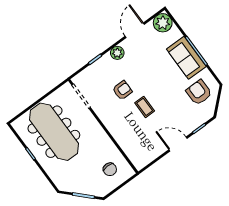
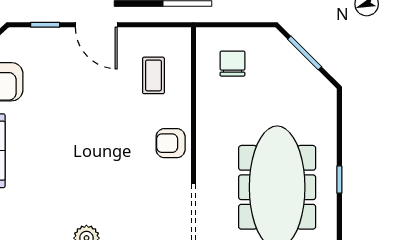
armchair: (122, 90) -> (171, 143), moved
coffee table: (145, 107) -> (153, 75), moved

